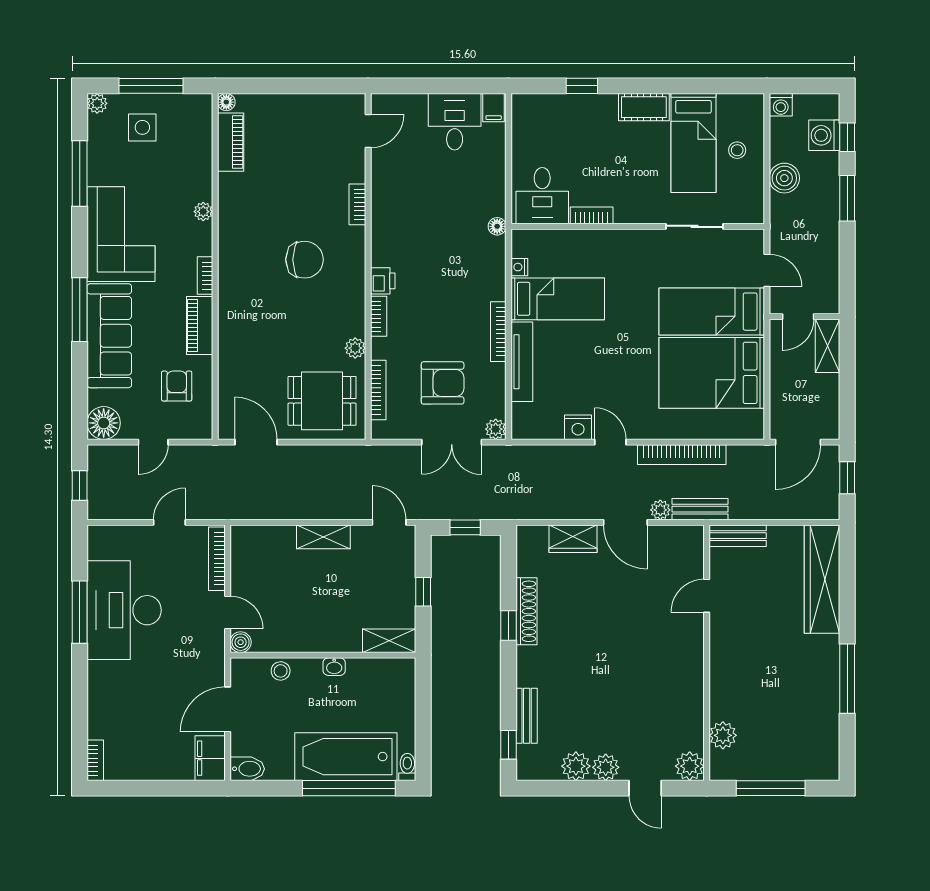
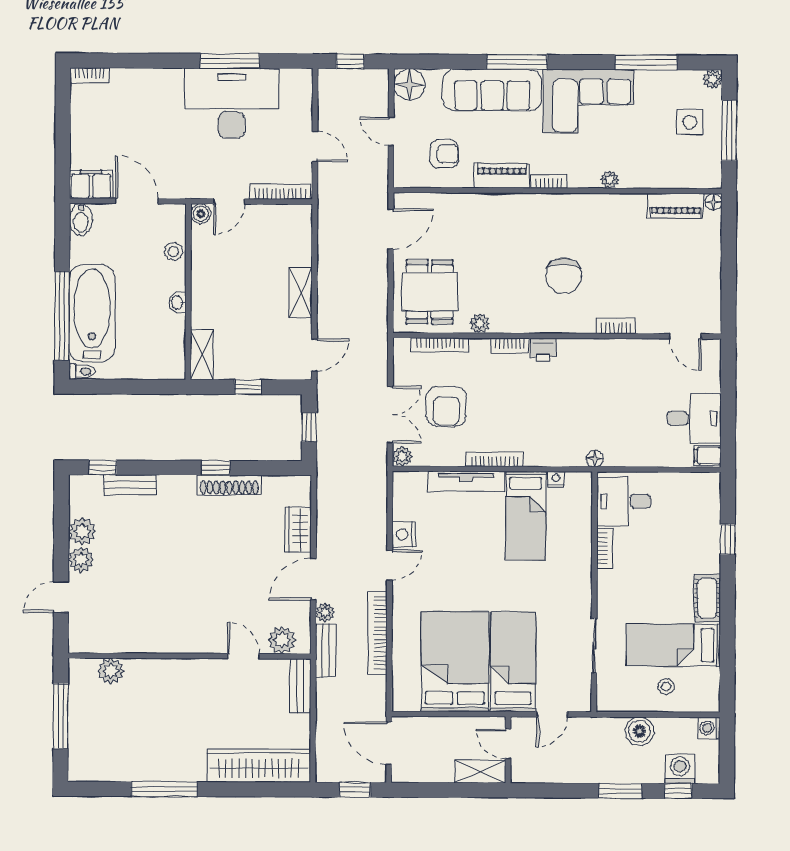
double door: (452, 442) -> (390, 415), swing flipped
plant: (690, 766) -> (282, 640), moved

